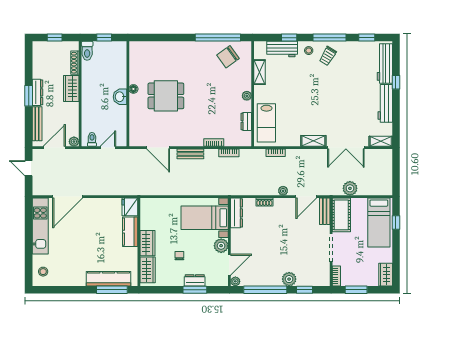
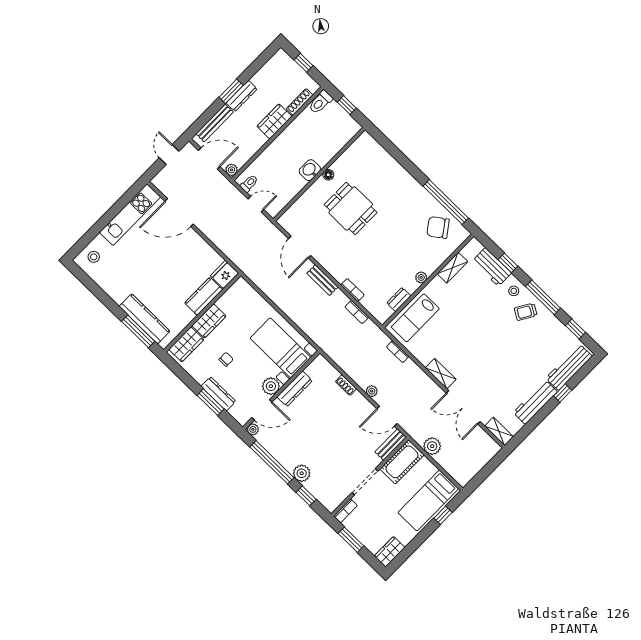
dresser: (237, 213) -> (295, 389), moved
dresser: (195, 280) -> (218, 394), width x1.44

